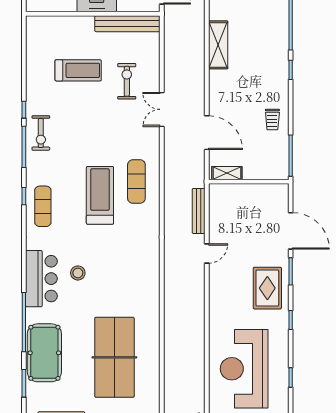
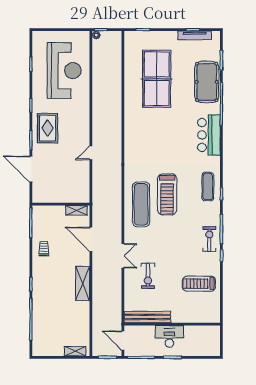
shelving: (218, 45) -> (83, 283), moved
treadmill: (78, 70) -> (199, 284), moved
exercise mat: (136, 182) -> (141, 204), width x1.36, depth x1.45
bench: (199, 211) -> (97, 183), removed
stool: (78, 273) -> (183, 139), removed

